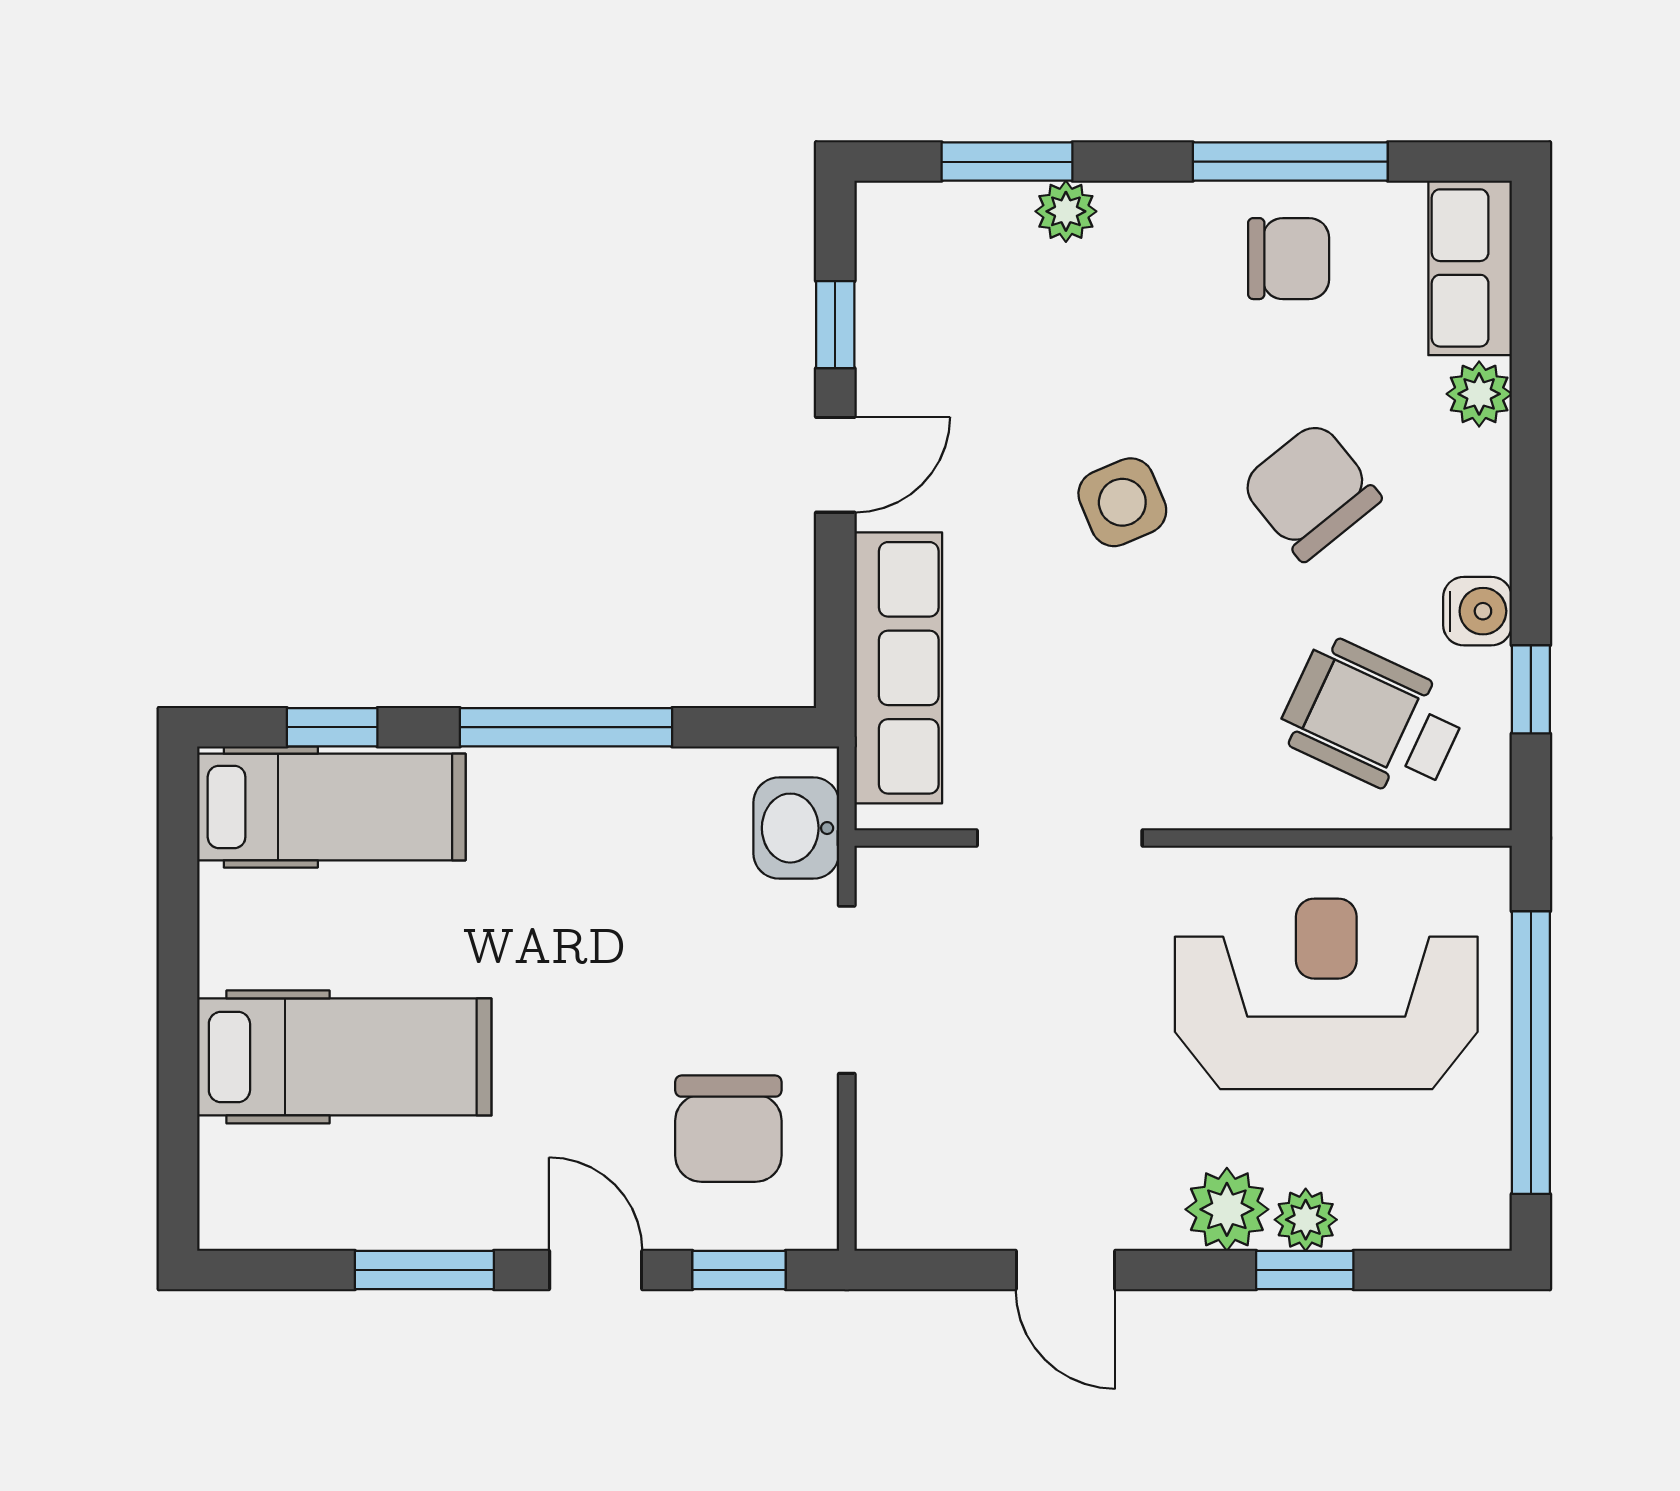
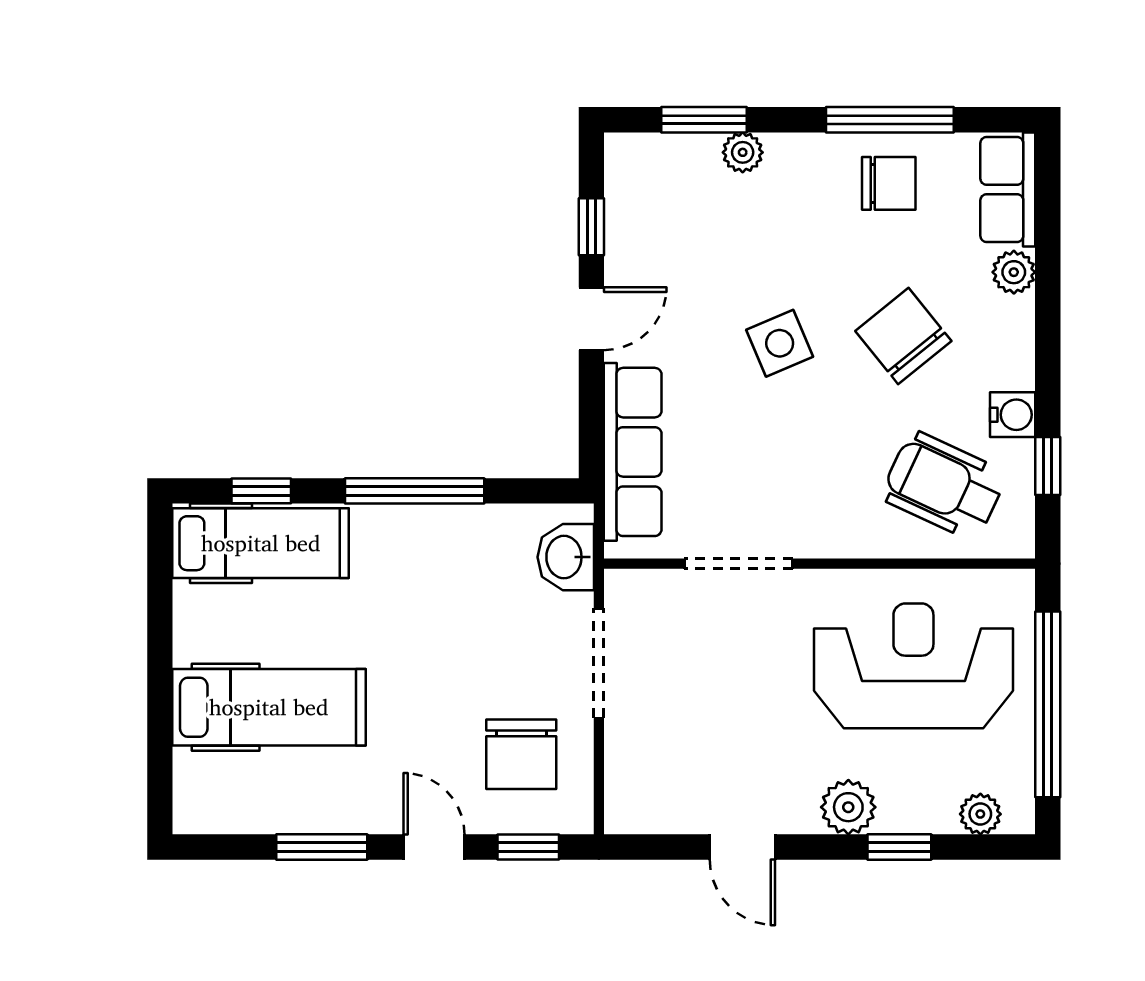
plant: (1306, 1220) -> (980, 814), moved

